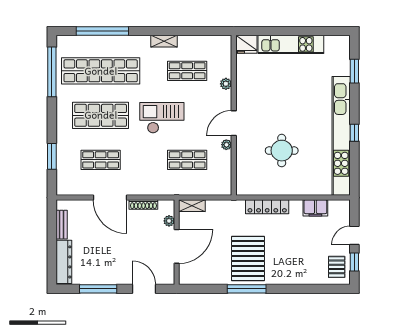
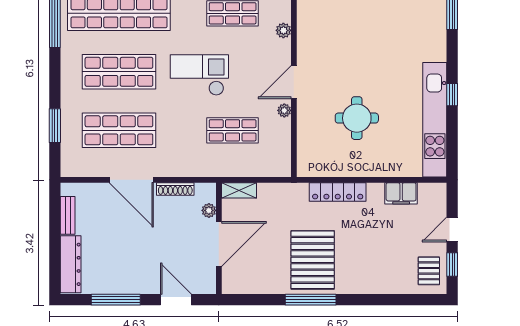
kitchen unit: (341, 136) -> (435, 120), width x0.73
shop shelf: (101, 160) -> (119, 130), width x1.43, depth x1.36

